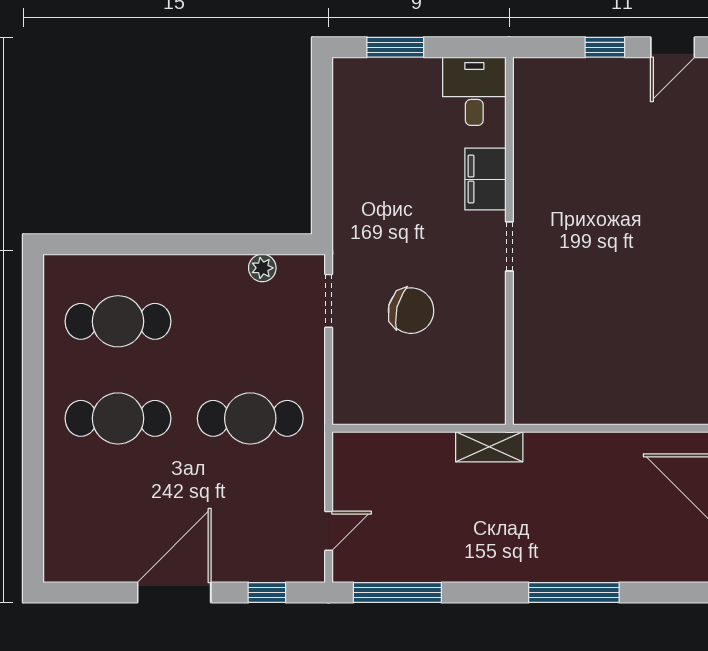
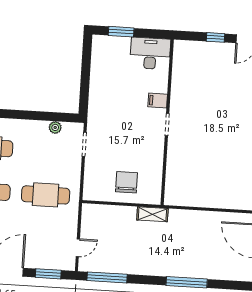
desk: (474, 91) -> (150, 53), width x1.37
filing cabinet: (485, 179) -> (158, 101), width x0.50
chair: (411, 311) -> (126, 182), moved, turned -104
window: (267, 593) -> (48, 274), width x1.50

